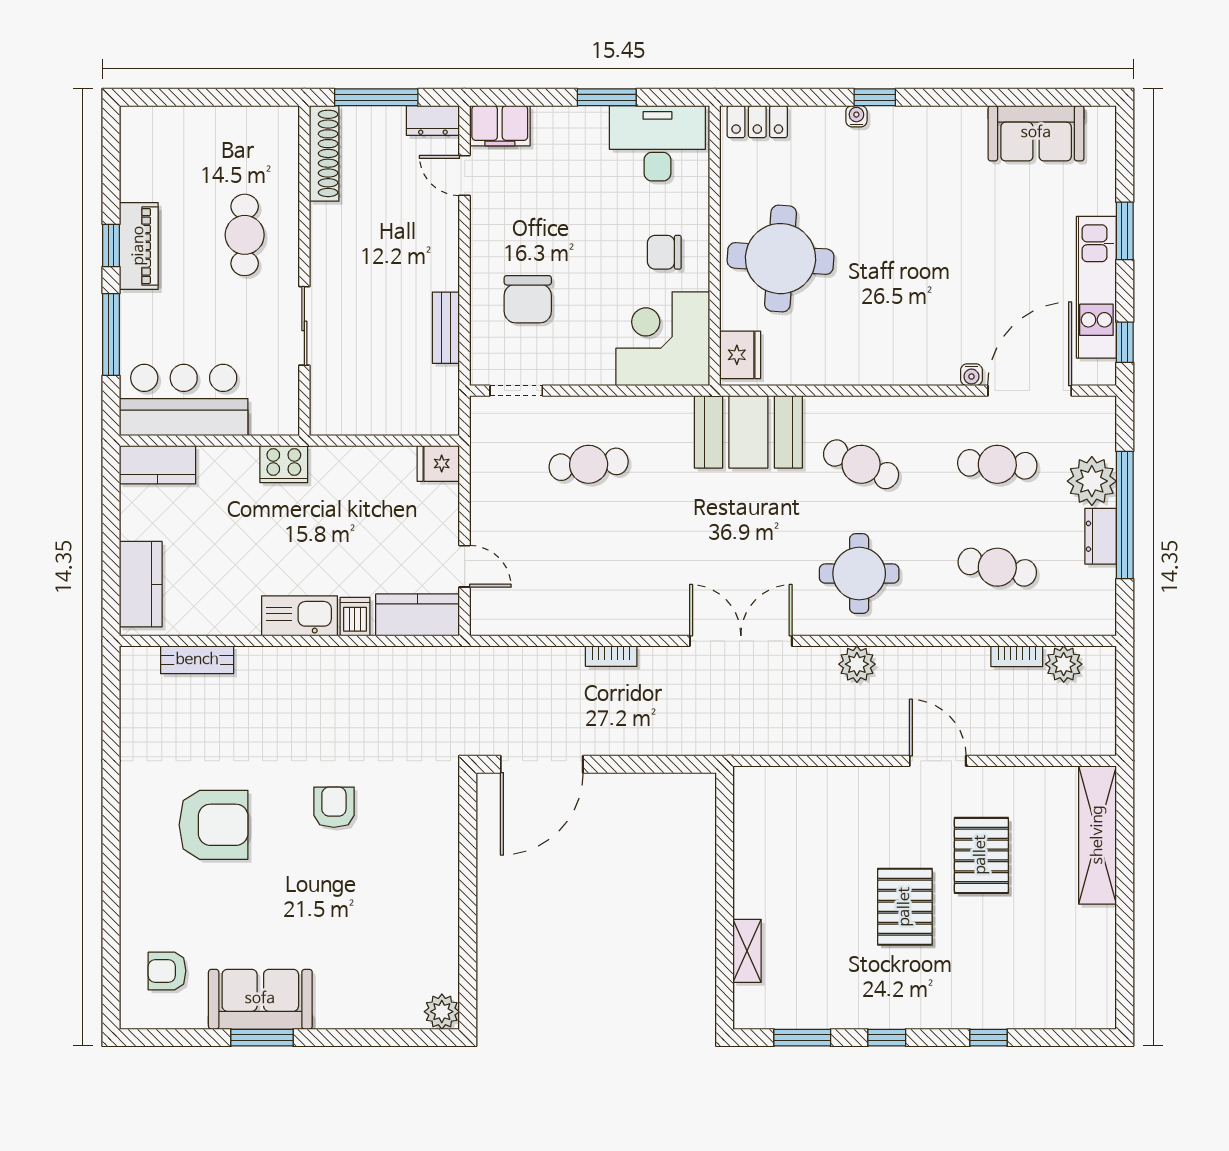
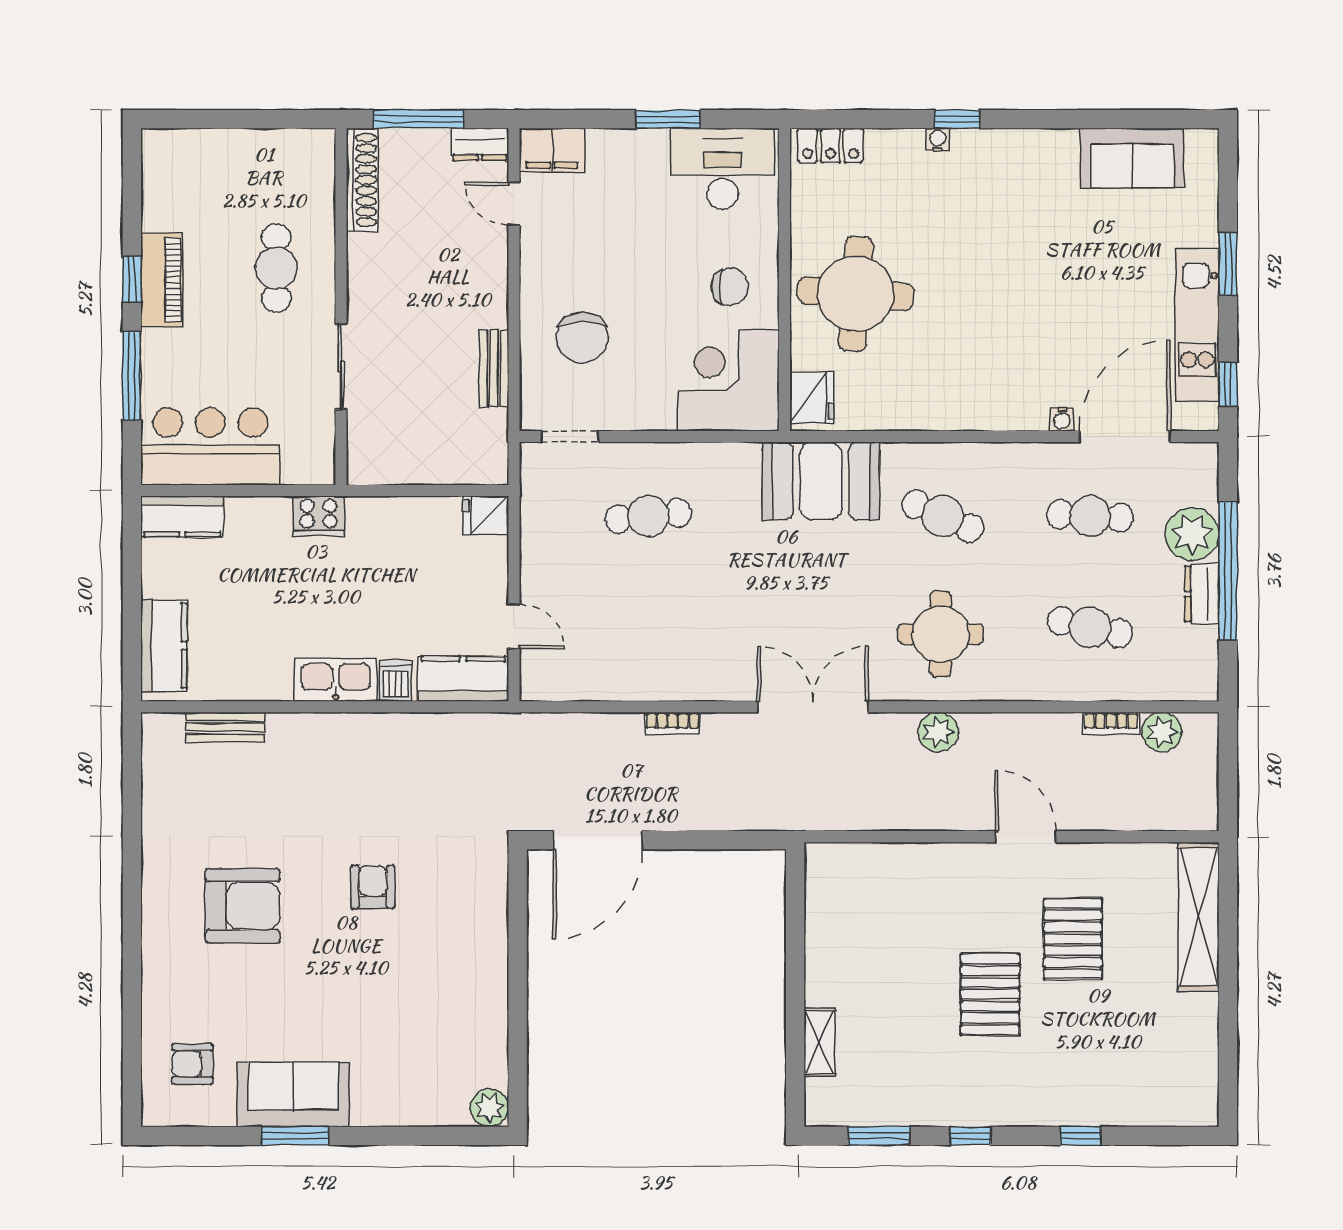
chair: (664, 252) -> (730, 287), turned 180

